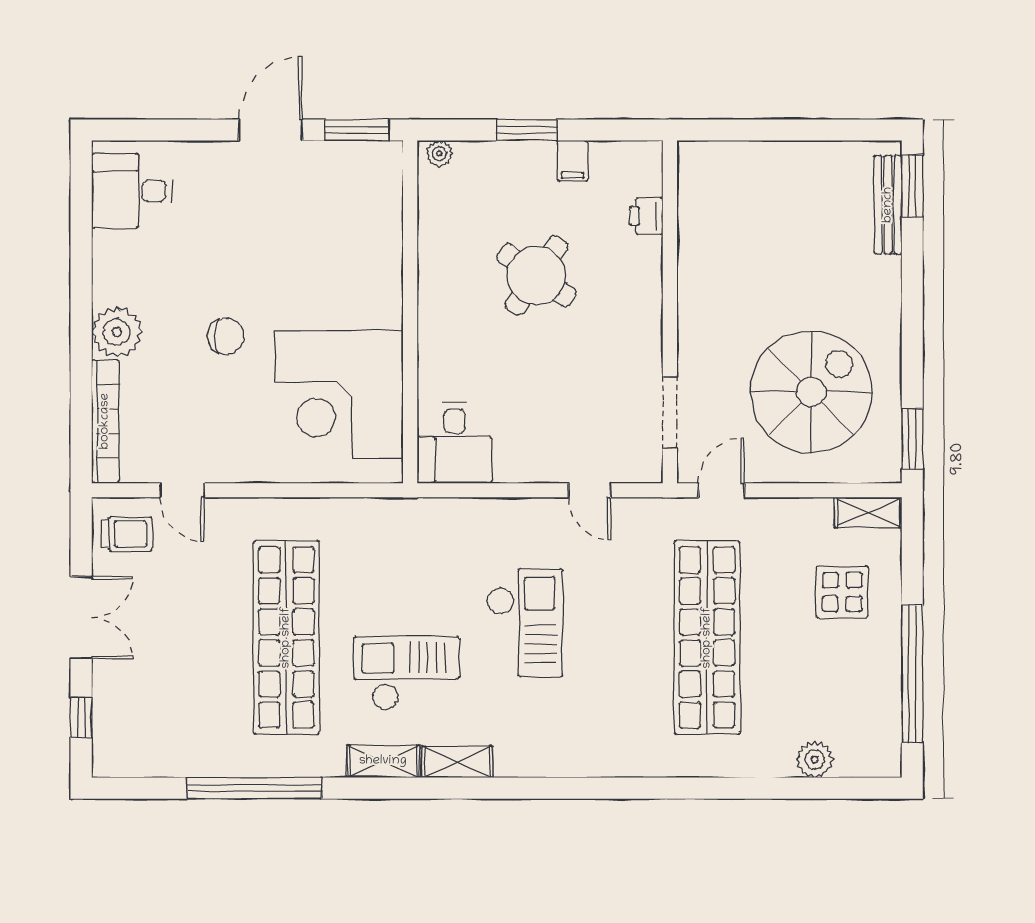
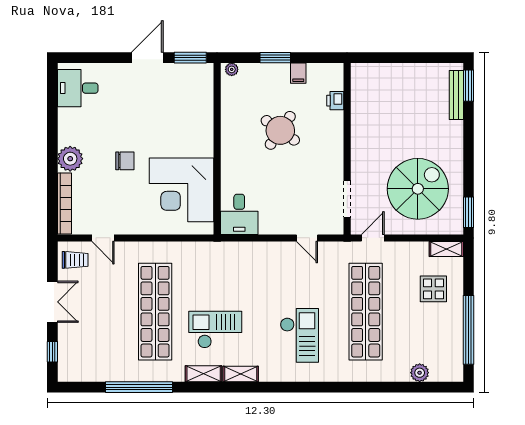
checkout: (524, 623) -> (299, 335), moved

